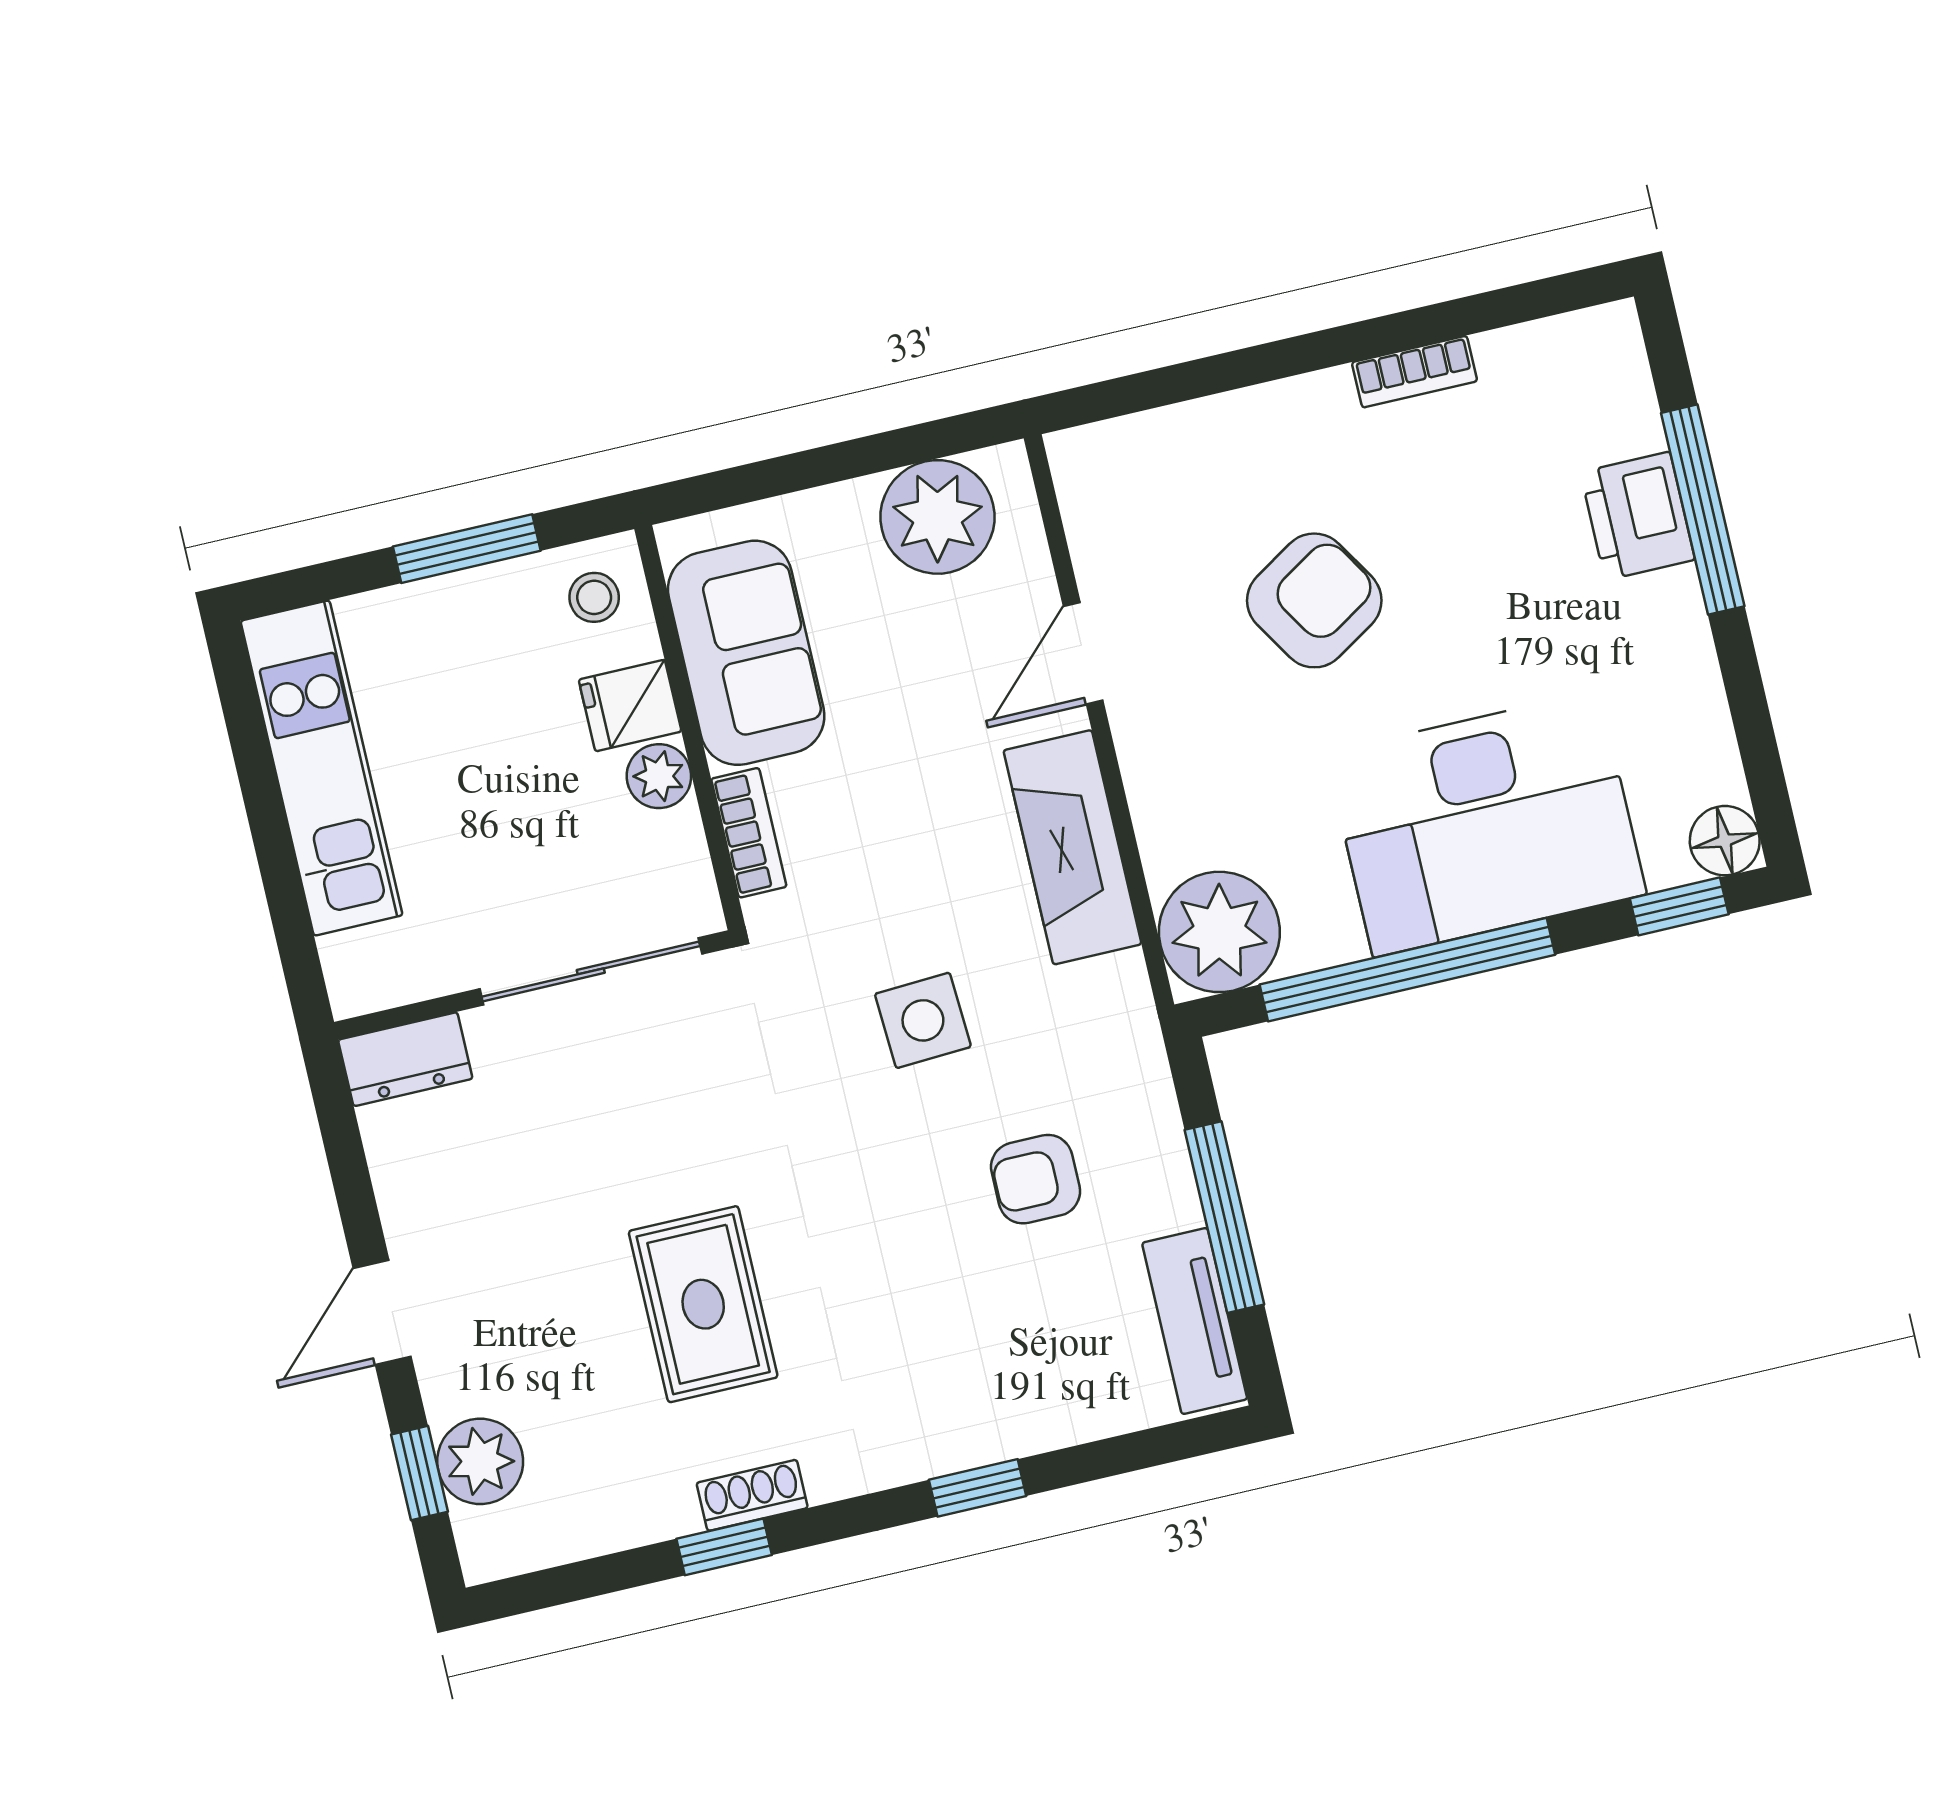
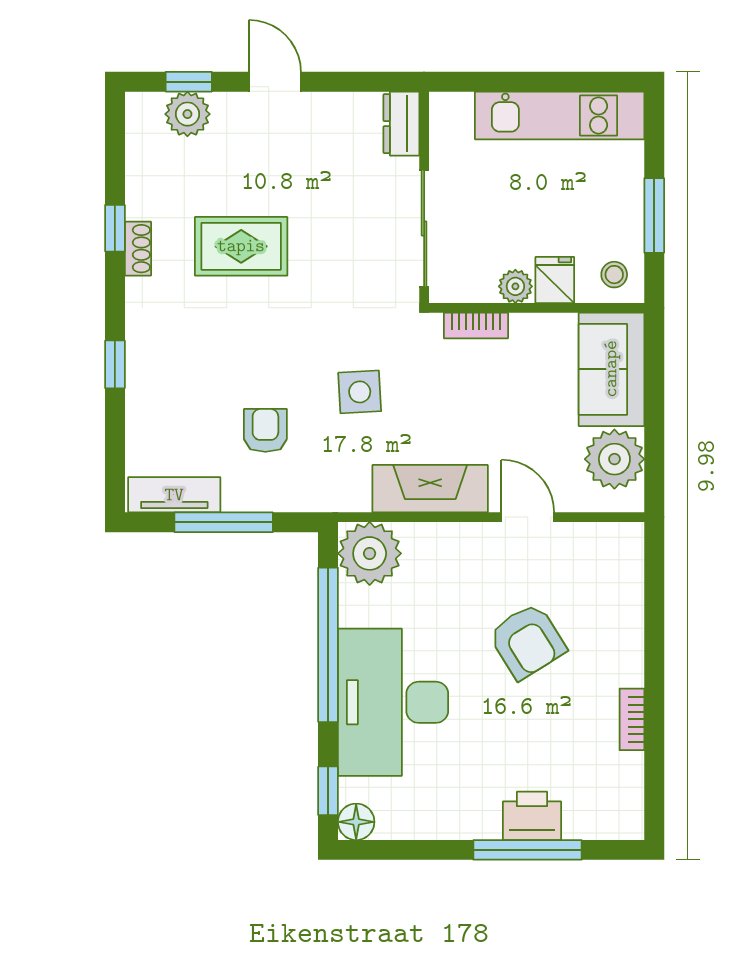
sofa: (746, 653) -> (611, 369), moved, turned 90

